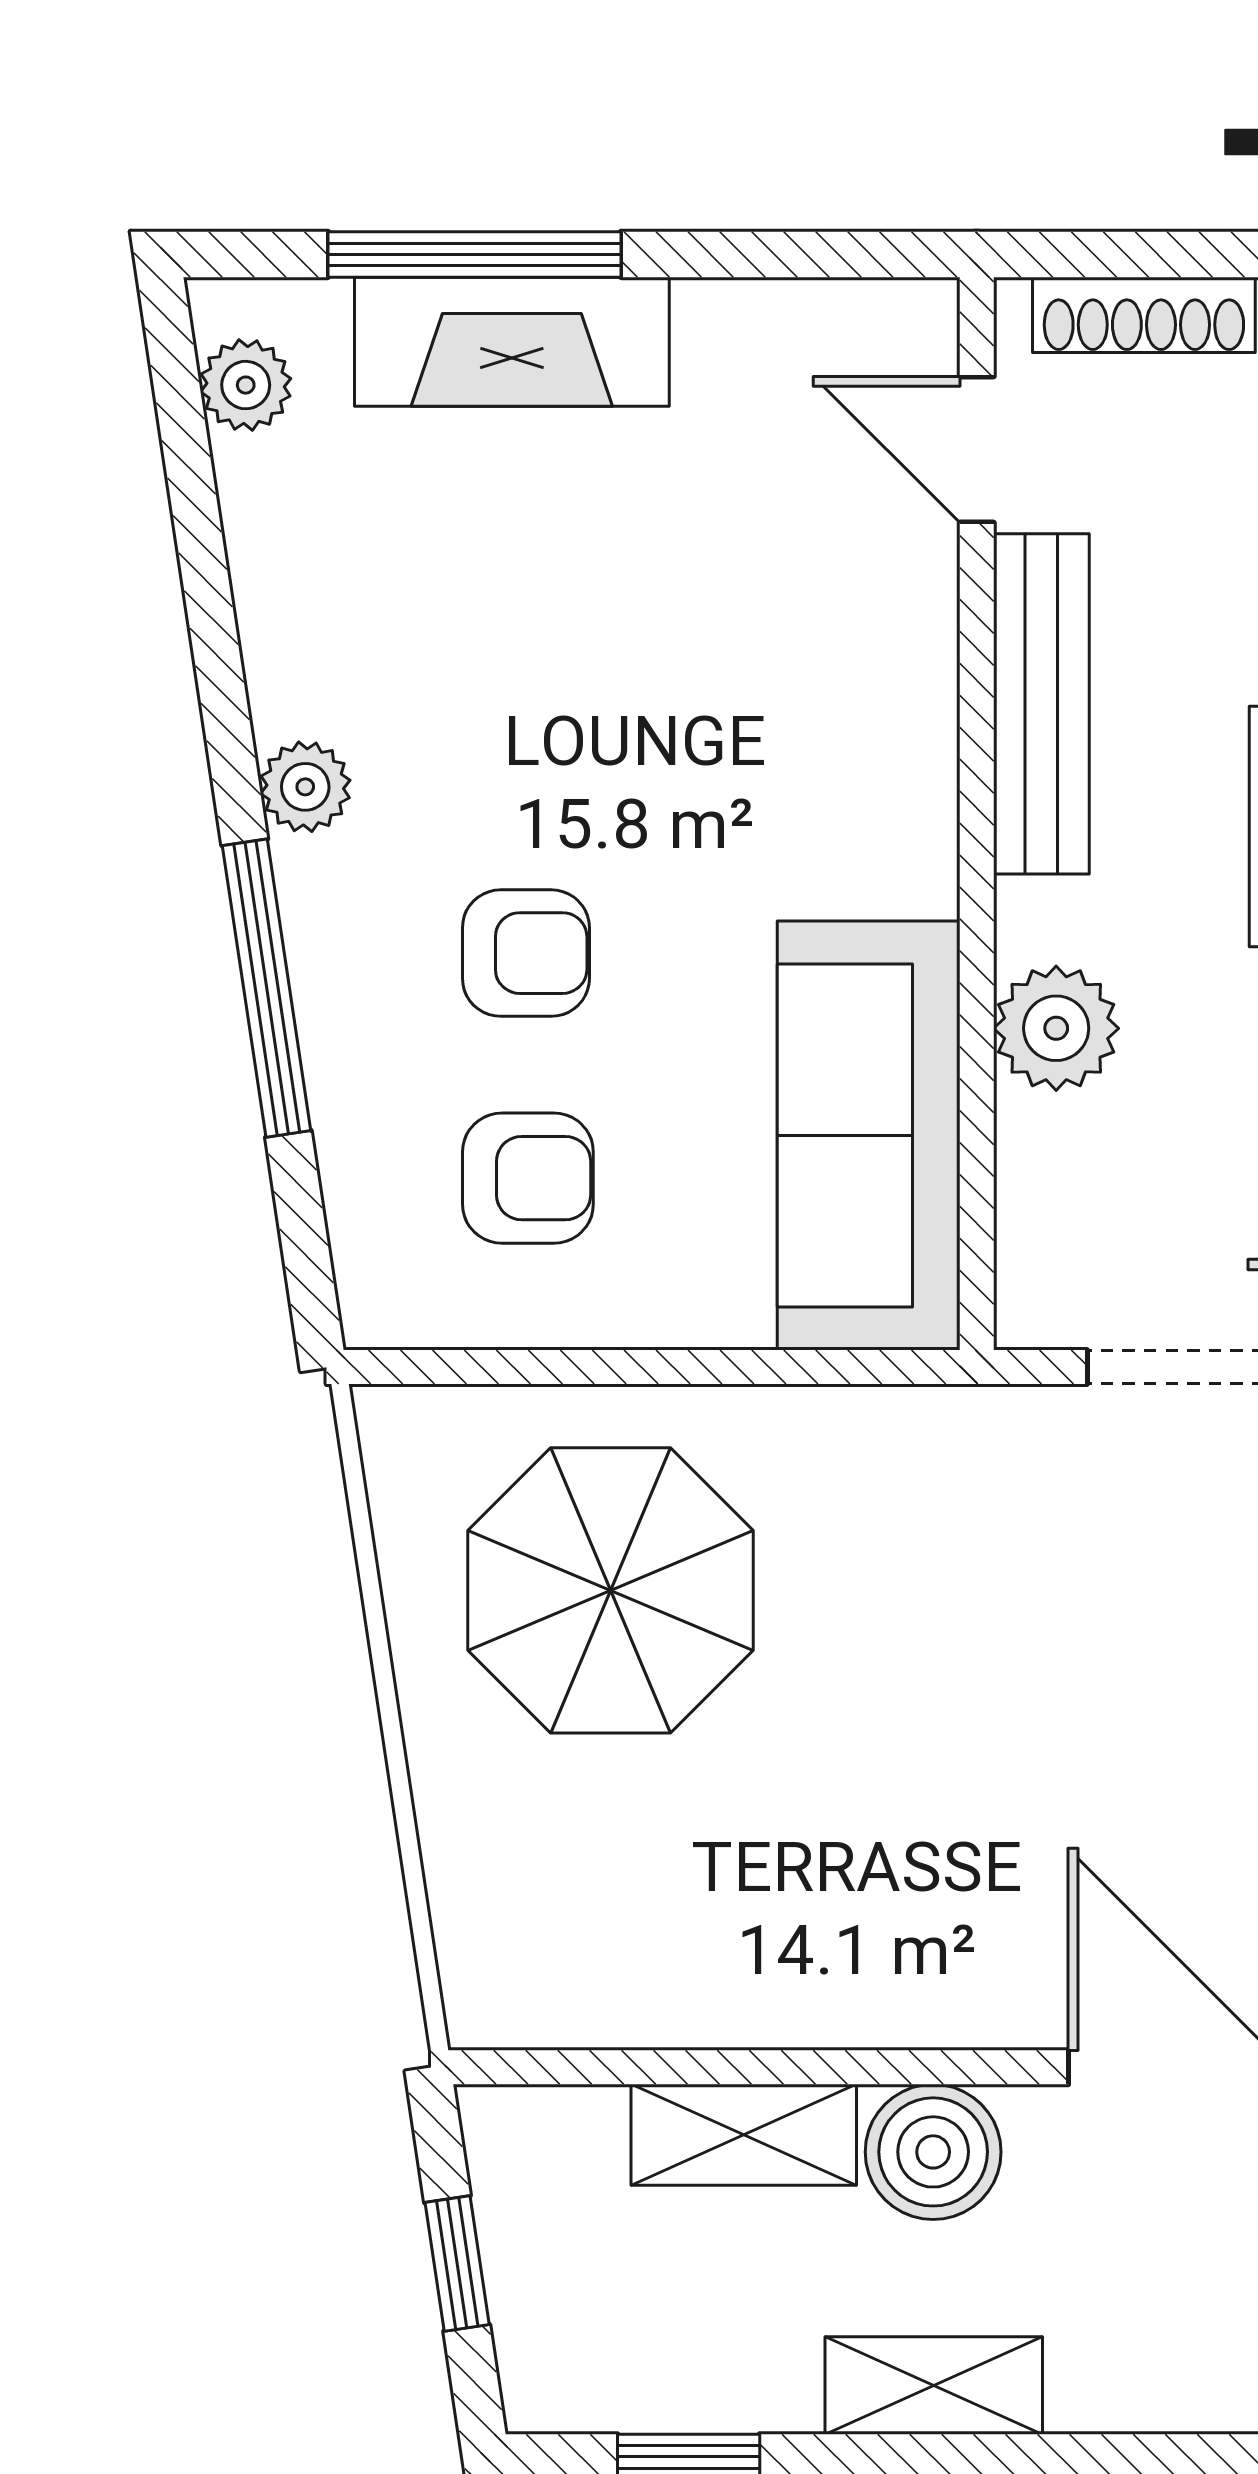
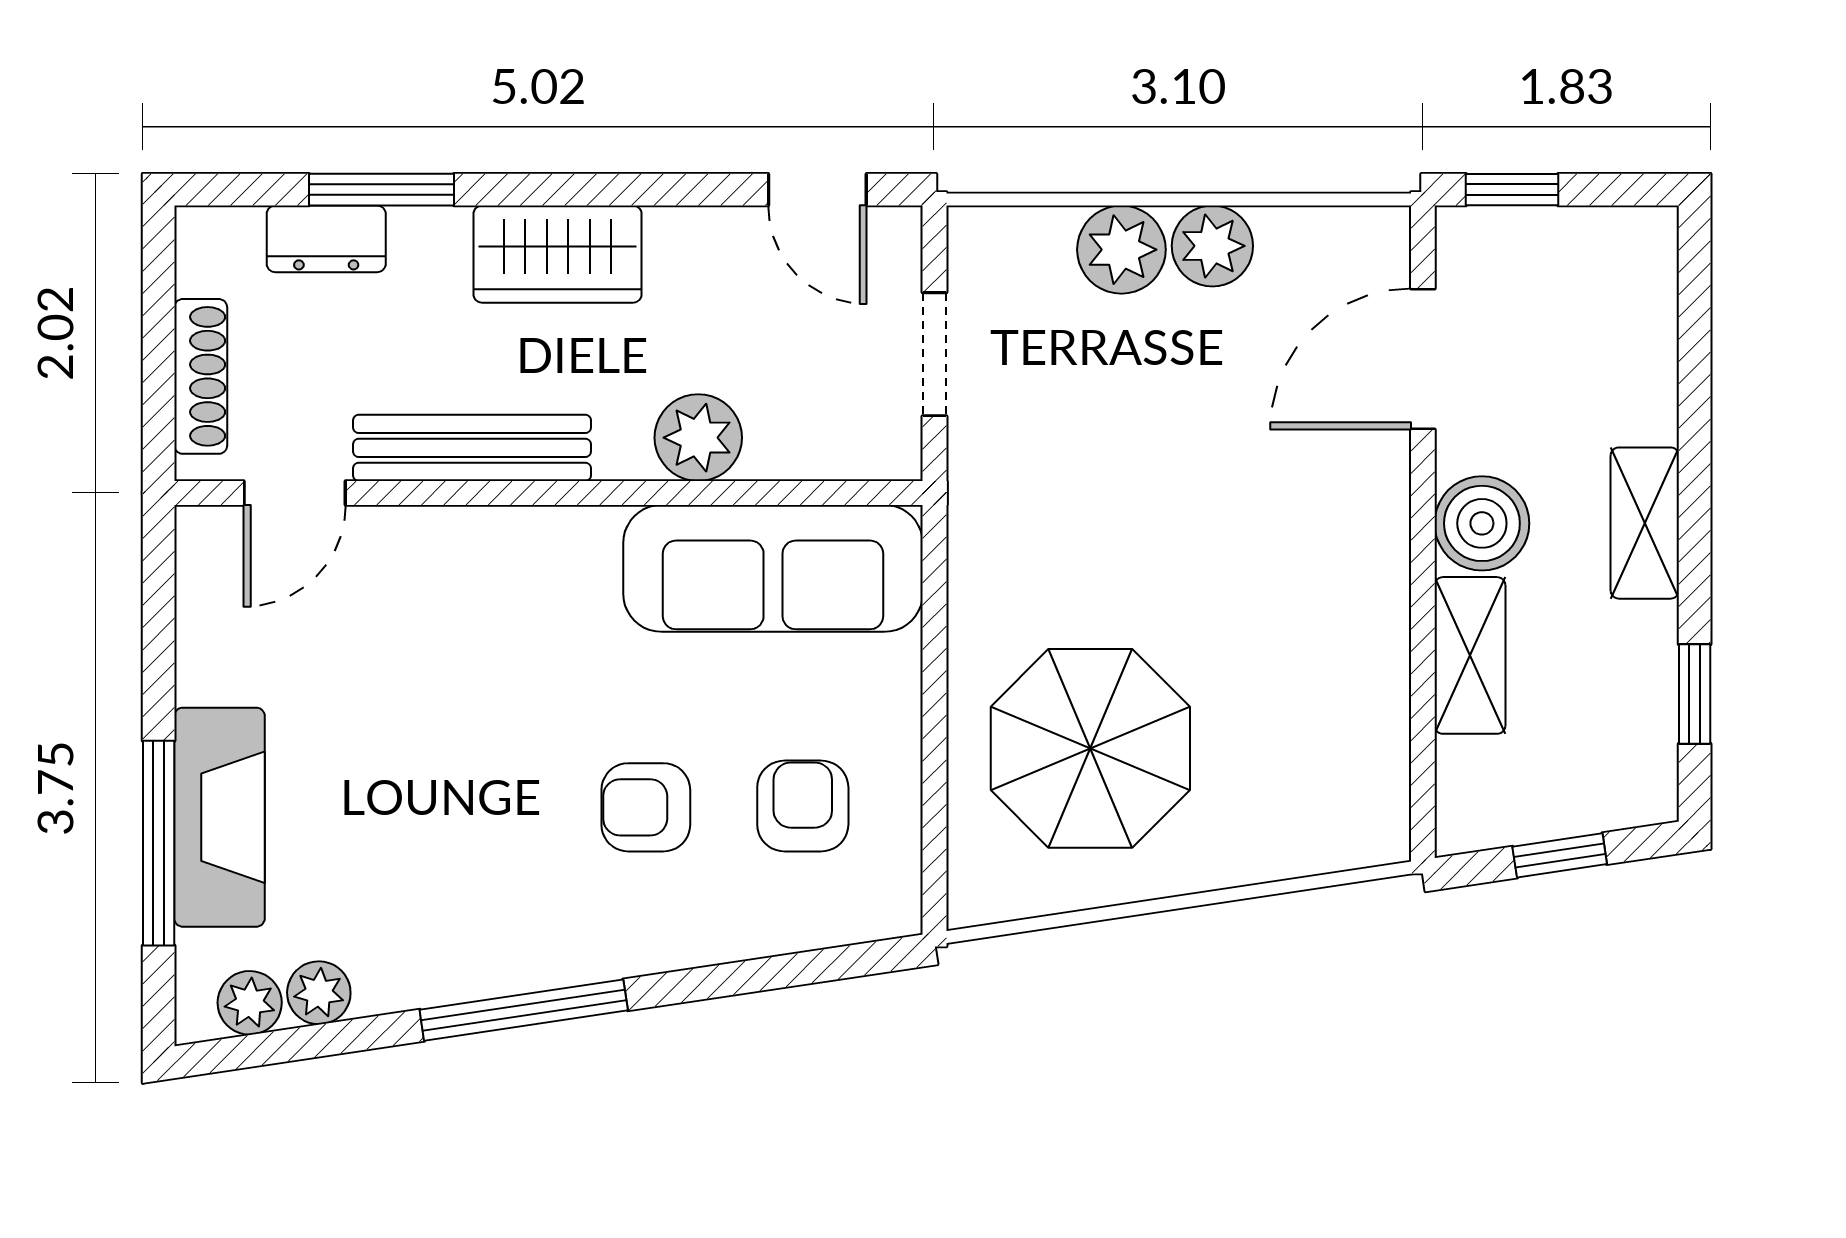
plant: (305, 787) -> (319, 993), moved
armchair: (526, 953) -> (646, 807), turned -90
window: (267, 988) -> (524, 1010), moved

